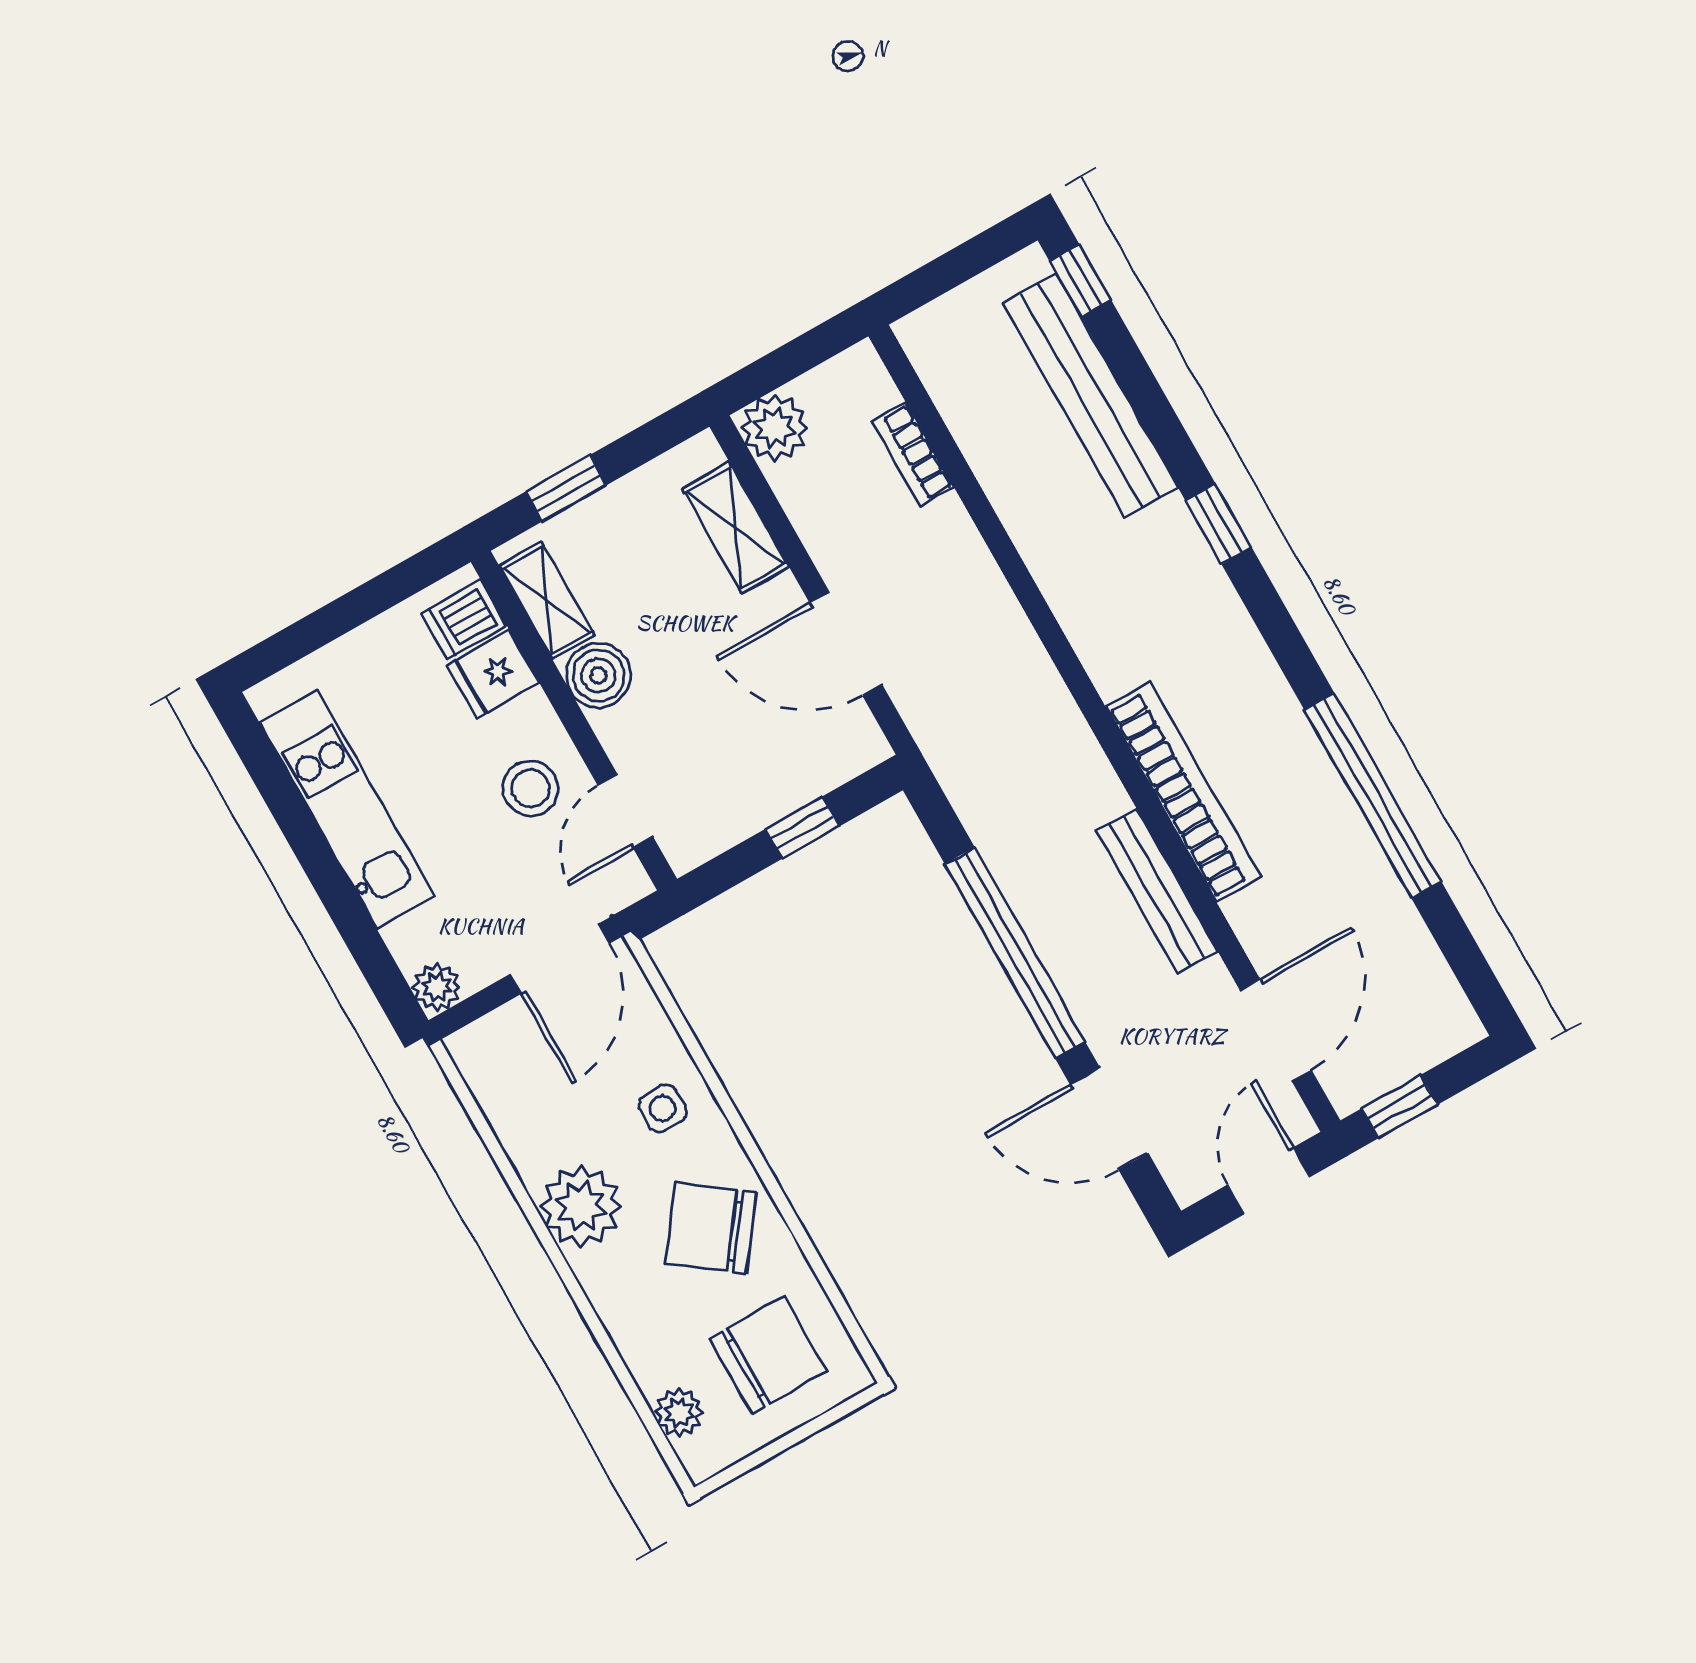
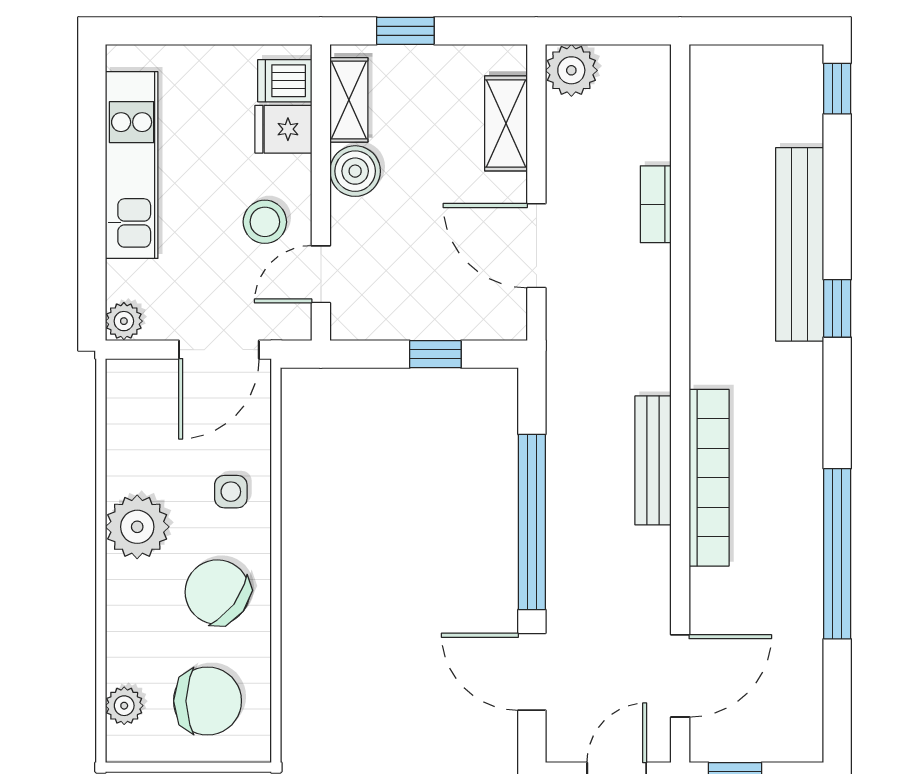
bench: (1091, 395) -> (800, 244), moved
bookcase: (913, 454) -> (656, 204), moved
bench: (1157, 891) -> (653, 460), moved

